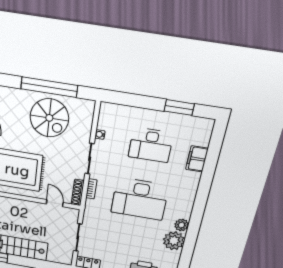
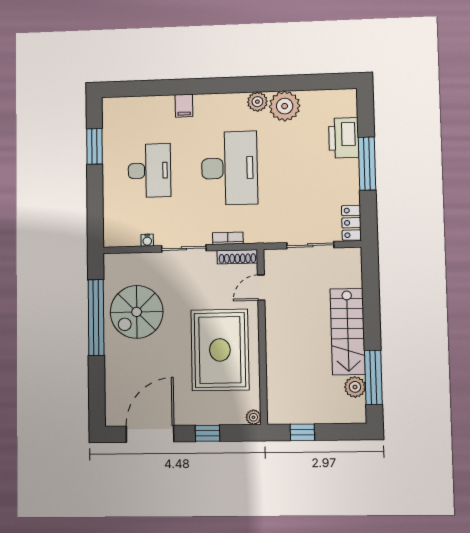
spiral stairs: (49, 118) -> (137, 312), turned 180
filing cabinet: (197, 159) -> (184, 106), moved, width x0.50

